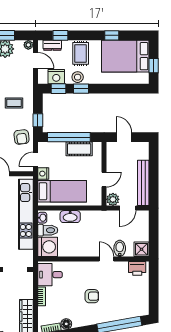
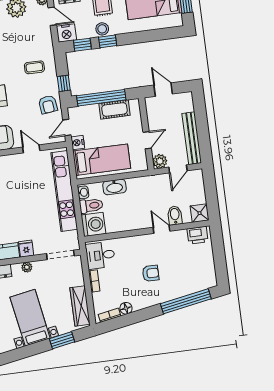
nightstand: (56, 77) -> (66, 33), moved

